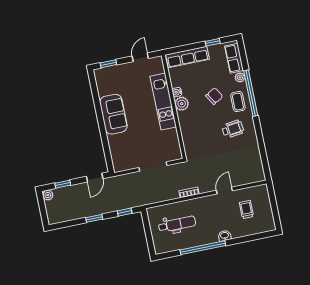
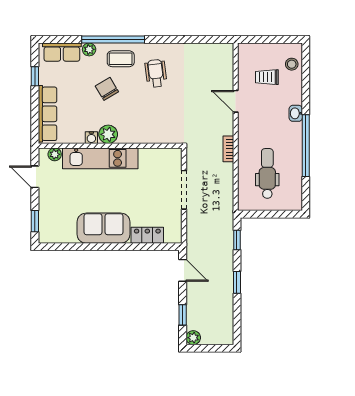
plant: (159, 68) -> (55, 154), added
locker: (115, 147) -> (147, 235), added
stool: (259, 226) -> (292, 64), added

